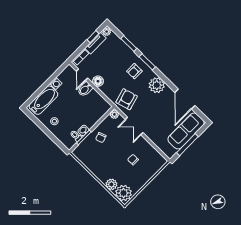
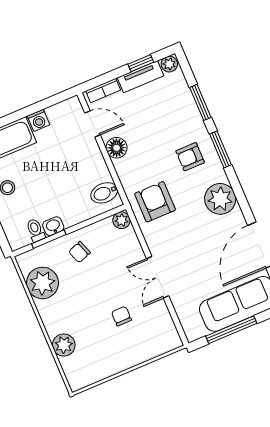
door: (82, 75) -> (93, 124), swing flipped
bidet: (85, 89) -> (104, 193), moved
armchair: (127, 99) -> (155, 202), turned -74
double door: (134, 126) -> (158, 277), moved
plant: (124, 193) -> (42, 283), moved

